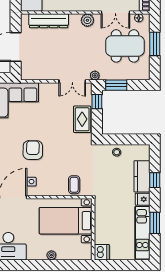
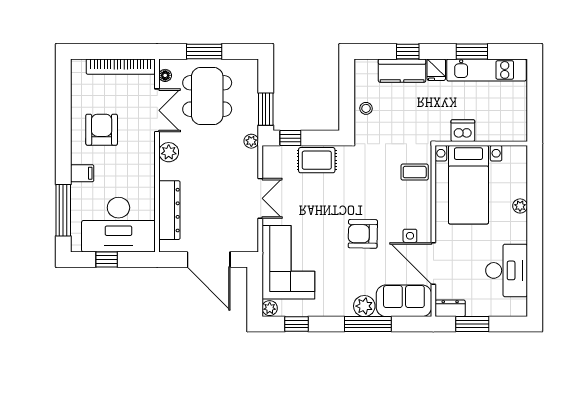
double door: (72, 81) -> (260, 198), moved
dishwasher: (102, 252) -> (463, 131), moved

